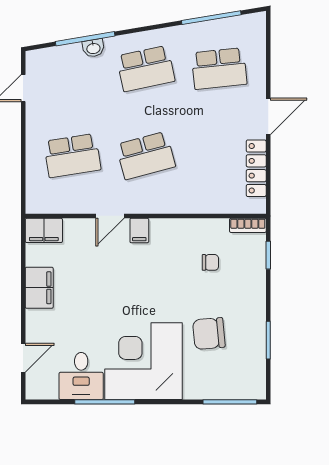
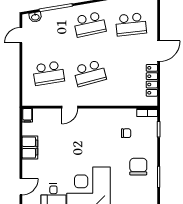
washbasin: (93, 48) -> (35, 17), moved
filing cabinet: (44, 230) -> (27, 115), width x0.50
filing cabinet: (139, 231) -> (86, 115), removed
chair: (209, 334) -> (138, 167), moved, turned 95

